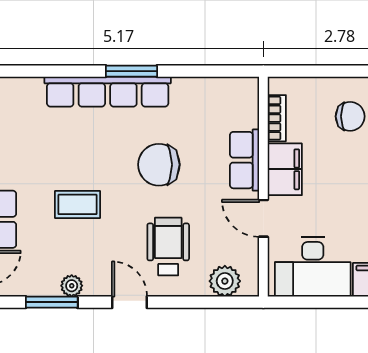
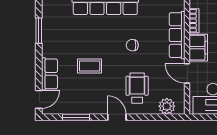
row of seats: (245, 160) -> (177, 35), width x1.48
chair: (159, 165) -> (132, 45), width x0.54, depth x0.54
plant: (72, 286) -> (86, 109), removed

